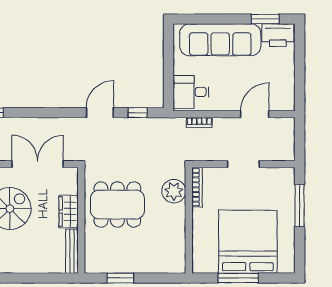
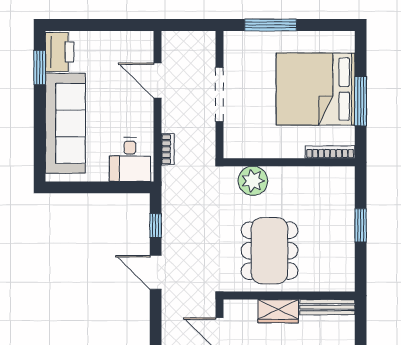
doorway: (243, 164) -> (219, 94), width x1.36
bookcase: (197, 187) -> (330, 152), moved
window: (120, 278) -> (361, 225), moved

